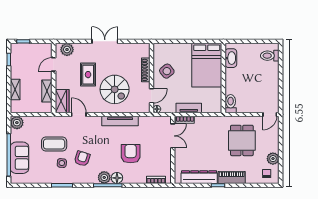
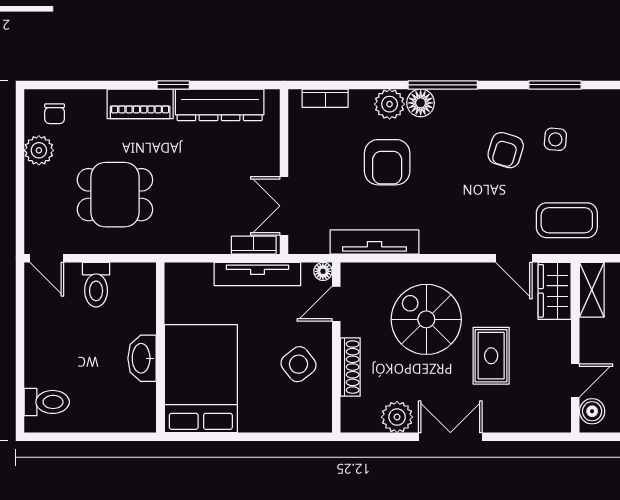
double door: (105, 41) -> (450, 437), swing flipped
plant: (67, 49) -> (397, 417), moved
boiler: (47, 52) -> (592, 411), added
washbasin: (231, 58) -> (142, 358), moved
shelving: (47, 91) -> (592, 290), moved
toilet: (231, 104) -> (96, 285), moved
tv unit: (189, 108) -> (257, 274), width x1.41
door: (270, 114) -> (47, 258), swing flipped
tv unit: (120, 121) -> (374, 242), moved
dining table: (242, 140) -> (115, 195), turned 90
coffee table: (54, 144) -> (567, 220), moved
plant: (104, 177) -> (390, 104), moved

